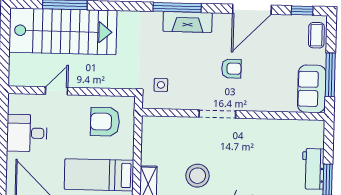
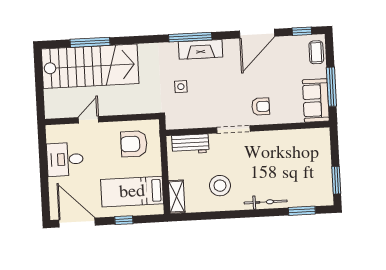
armchair: (231, 69) -> (261, 106), moved
side table: (161, 85) -> (181, 87), moved
workbench: (313, 169) -> (190, 144), moved, turned -90

